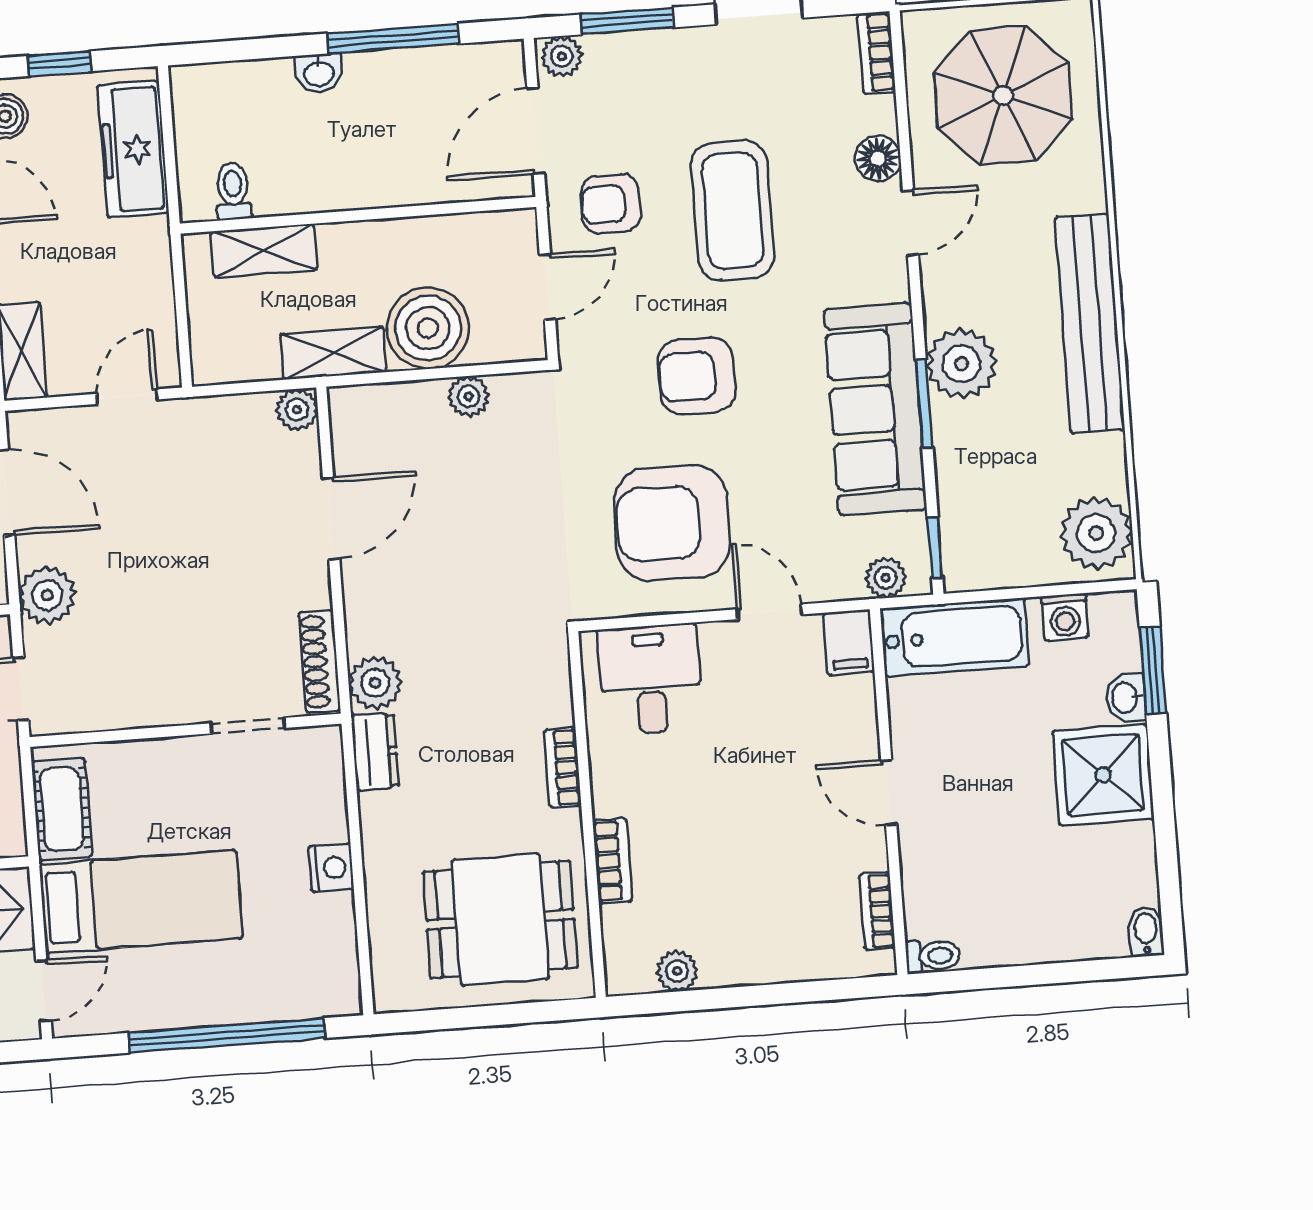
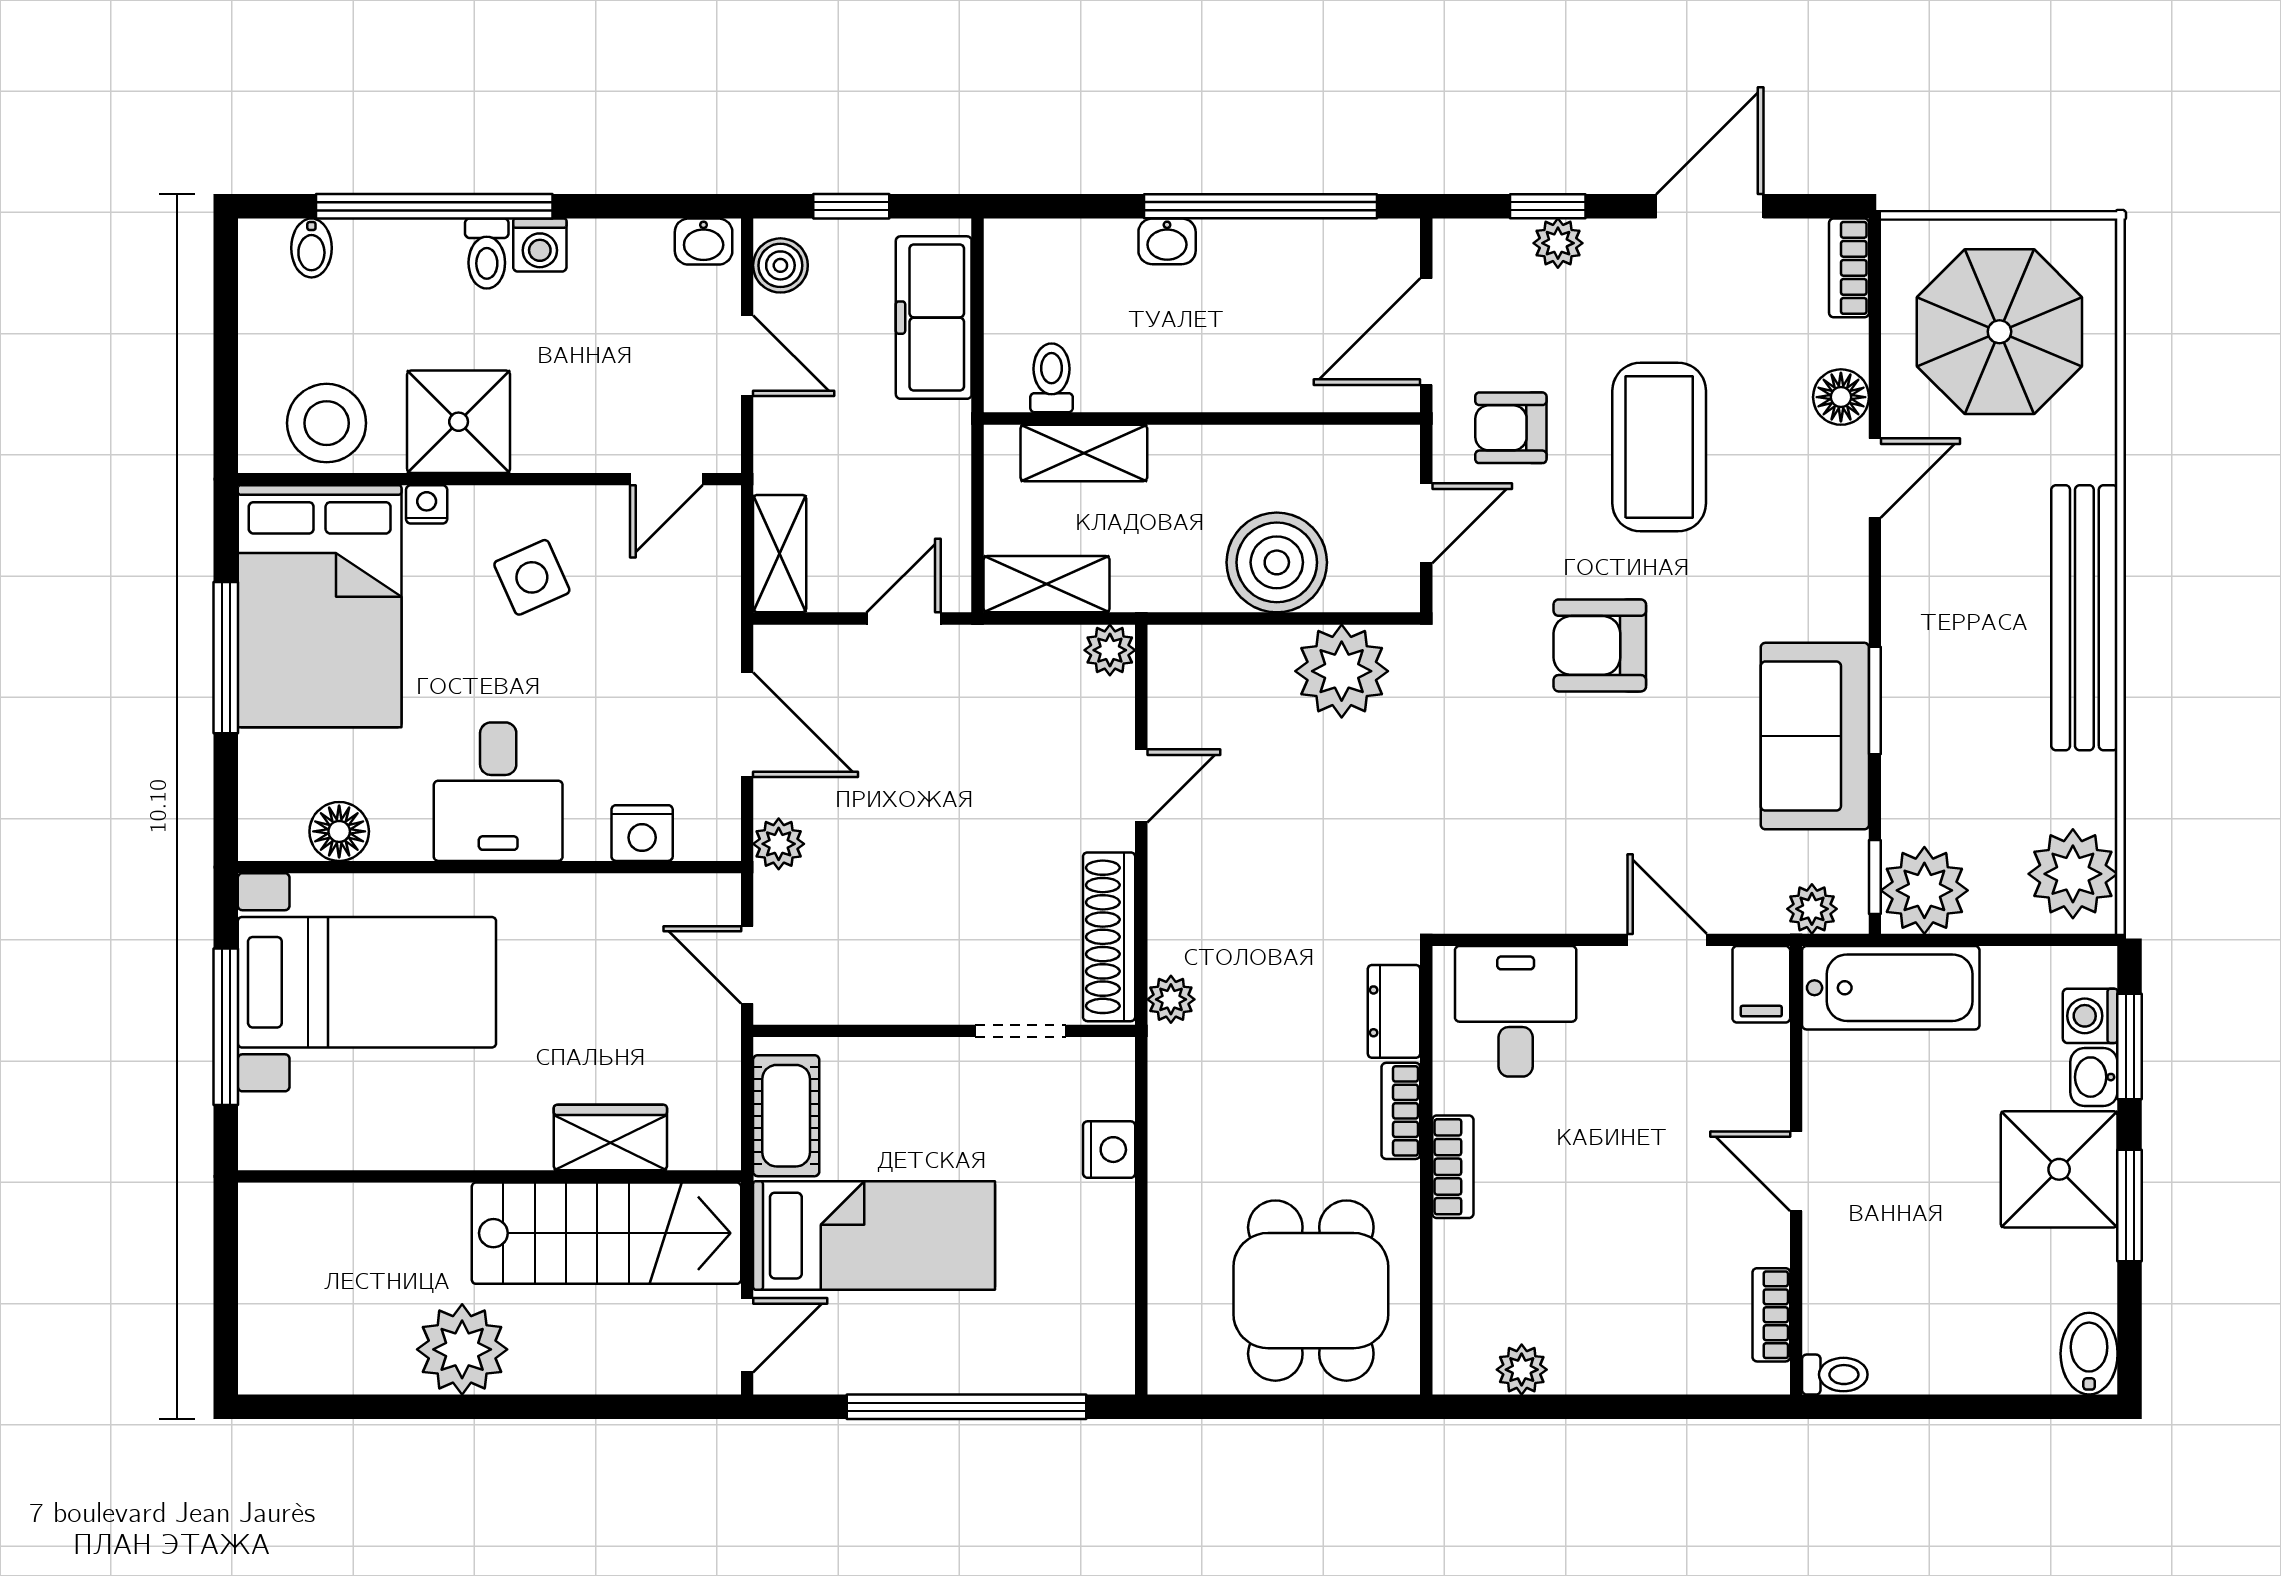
window: (627, 21) -> (1548, 206), width x0.67
window: (393, 39) -> (1260, 206), width x1.46
plant: (562, 56) -> (1558, 243), moved
shelving: (333, 353) -> (1047, 584), moved
plant: (962, 364) -> (1924, 890), moved
plant: (469, 396) -> (1342, 671), width x1.88, depth x1.88
sofa: (875, 409) -> (1815, 736), width x0.73
door: (331, 519) -> (1141, 786), width x0.73
armchair: (672, 523) -> (1557, 823), removed
plant: (47, 595) -> (779, 844), width x0.73, depth x0.73
washing machine: (1065, 617) -> (2090, 1016), moved, turned 90
shoe rack: (320, 661) -> (1109, 937), width x1.36, depth x1.24
plant: (375, 683) -> (1171, 999), width x0.73, depth x0.73
dresser: (375, 752) -> (1394, 1011), moved, turned 180
window: (1163, 800) -> (2130, 1206), added
bookcase: (612, 861) -> (1453, 1167), moved
nightstand: (331, 868) -> (1109, 1150), moved
dining table: (500, 920) -> (1311, 1291), turned 90
bidet: (1146, 932) -> (2089, 1354), width x1.38, depth x1.36

